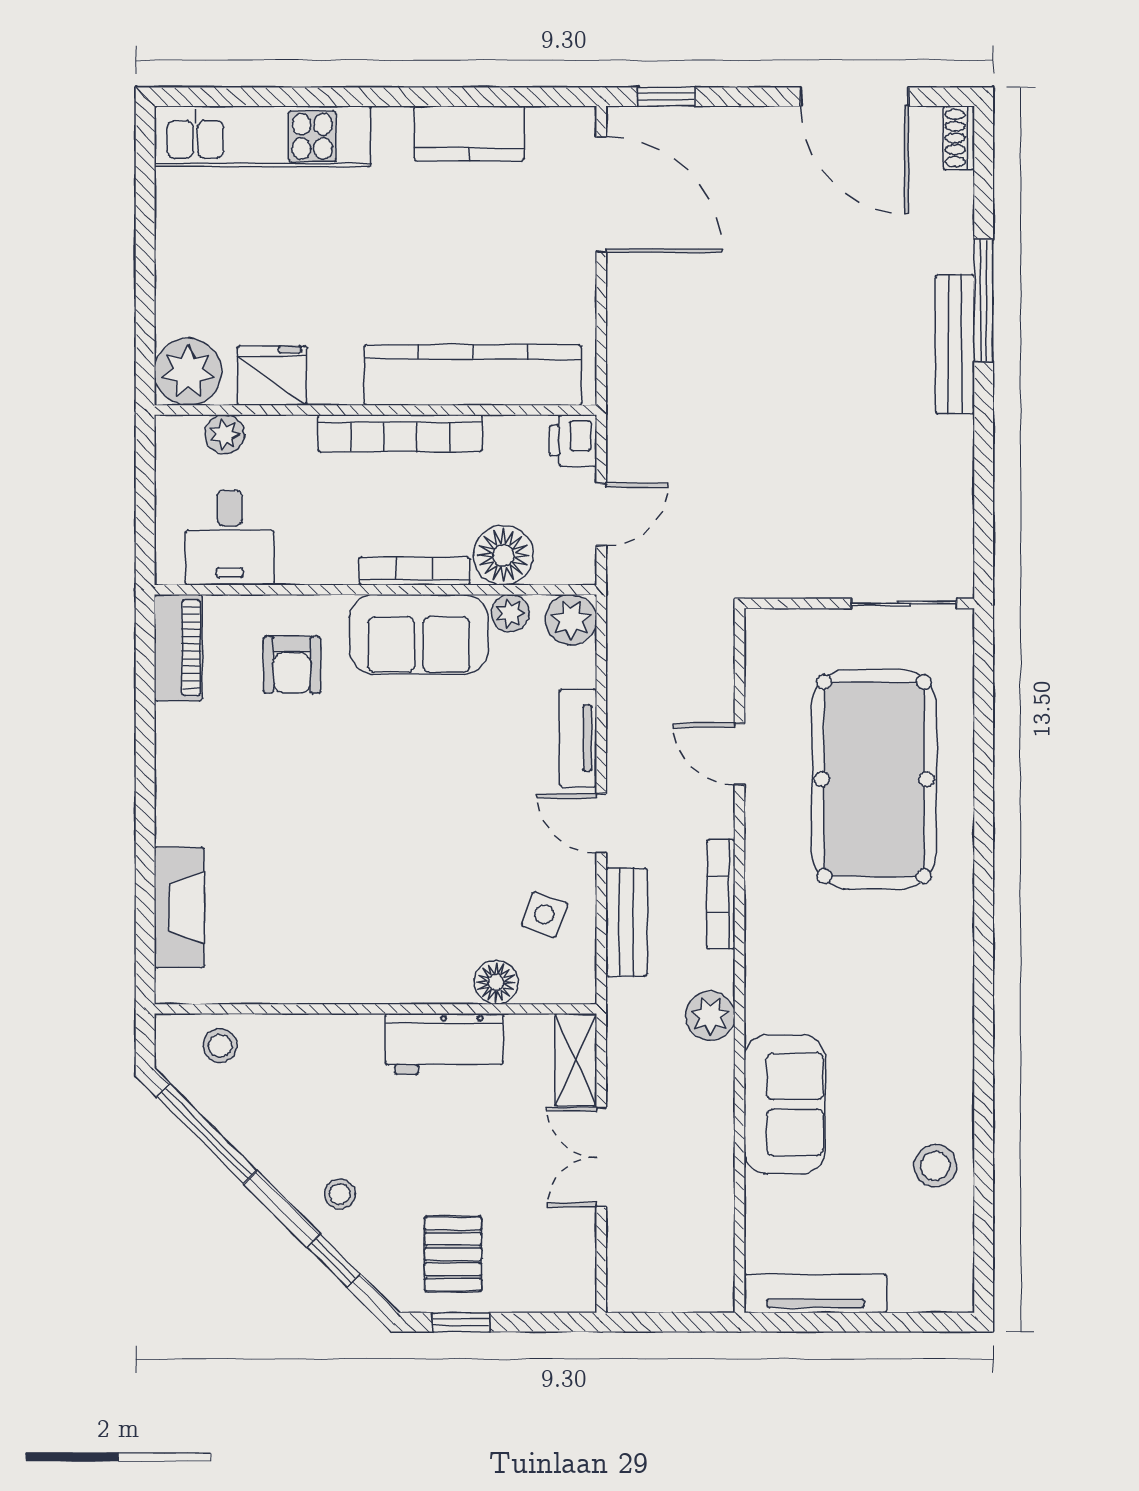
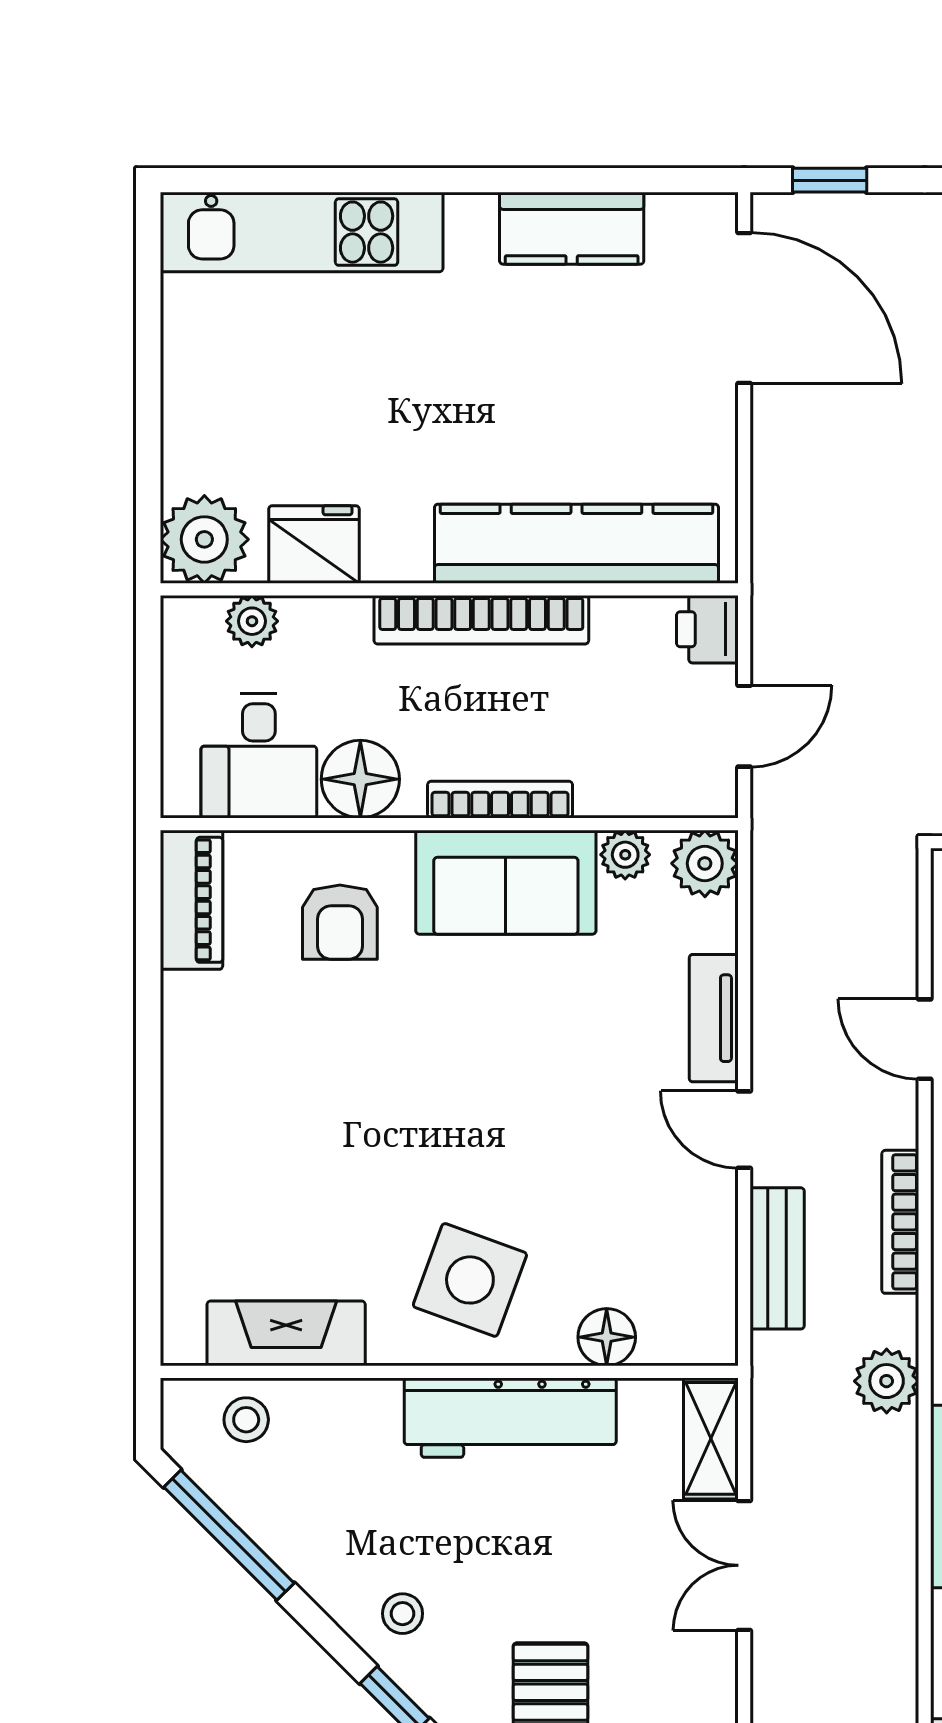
floor lamp: (503, 555) -> (360, 779), moved
fireplace: (179, 907) -> (286, 1333), moved, turned -90
side table: (544, 914) -> (470, 1280), moved, width x1.87, depth x1.87
workbench: (444, 1044) -> (510, 1418), width x1.38

